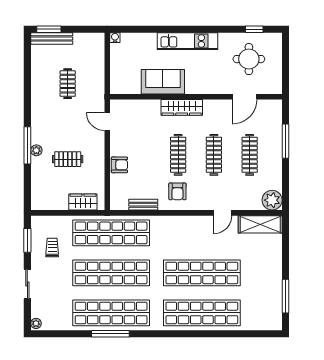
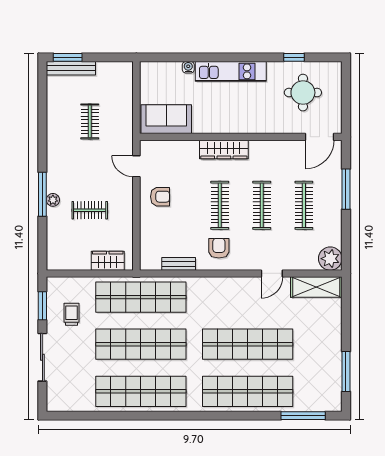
window: (254, 29) -> (294, 57), moved
water cooler: (115, 38) -> (188, 67), moved
sofa: (163, 82) -> (166, 119), moved
door: (245, 97) -> (320, 137), moved
armchair: (119, 165) -> (160, 197), moved
armchair: (177, 191) -> (219, 248), turned 180
sliding door: (27, 284) -> (42, 357), width x1.37
plant: (36, 323) -> (52, 404), removed
window: (110, 334) -> (303, 416), moved

